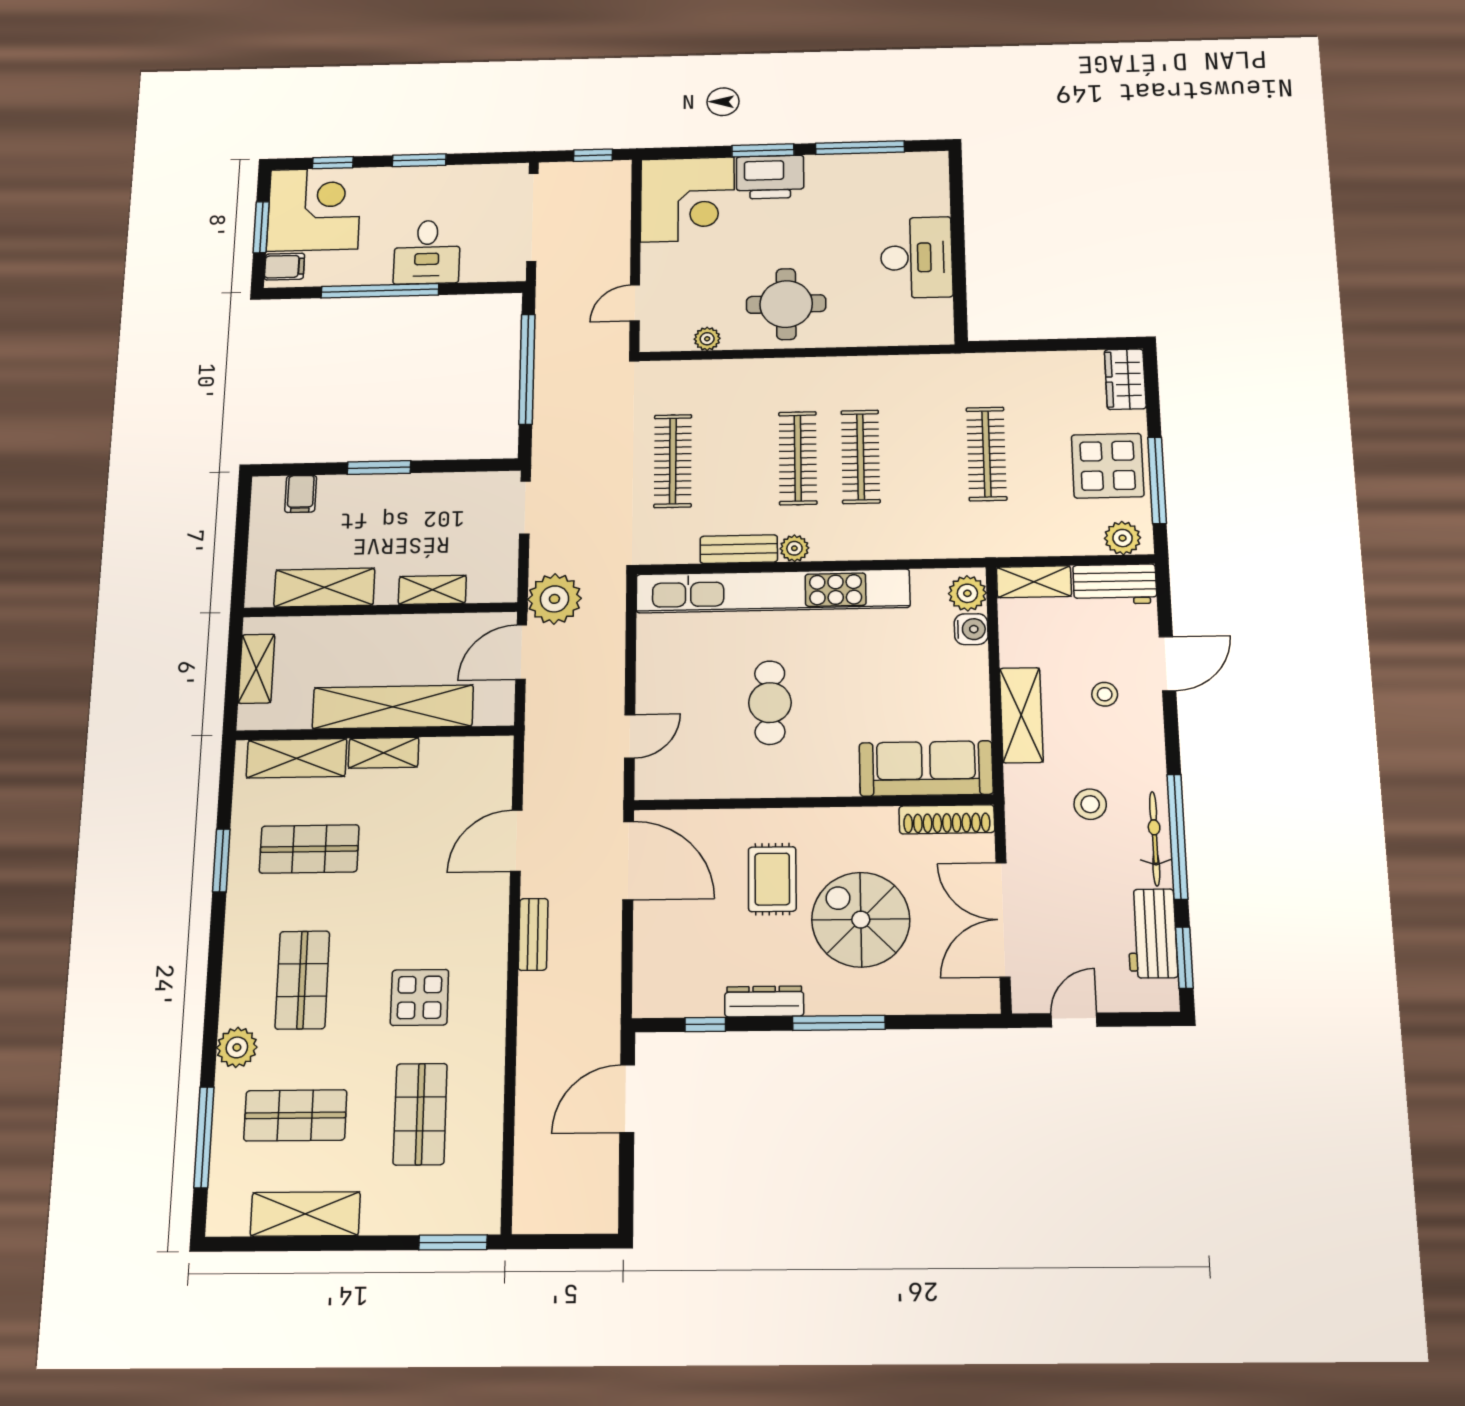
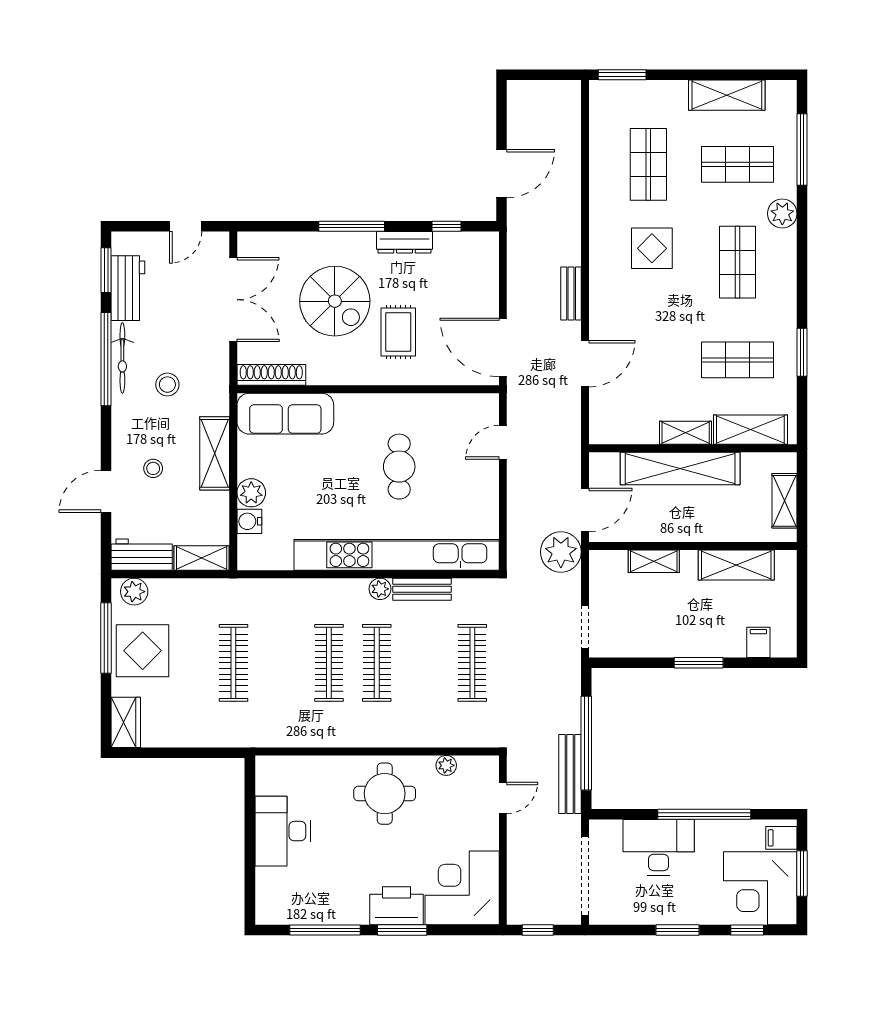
desk: (427, 252) -> (659, 847), width x1.37
bench: (549, 333) -> (570, 774), added
plant: (967, 593) -> (251, 493), moved

